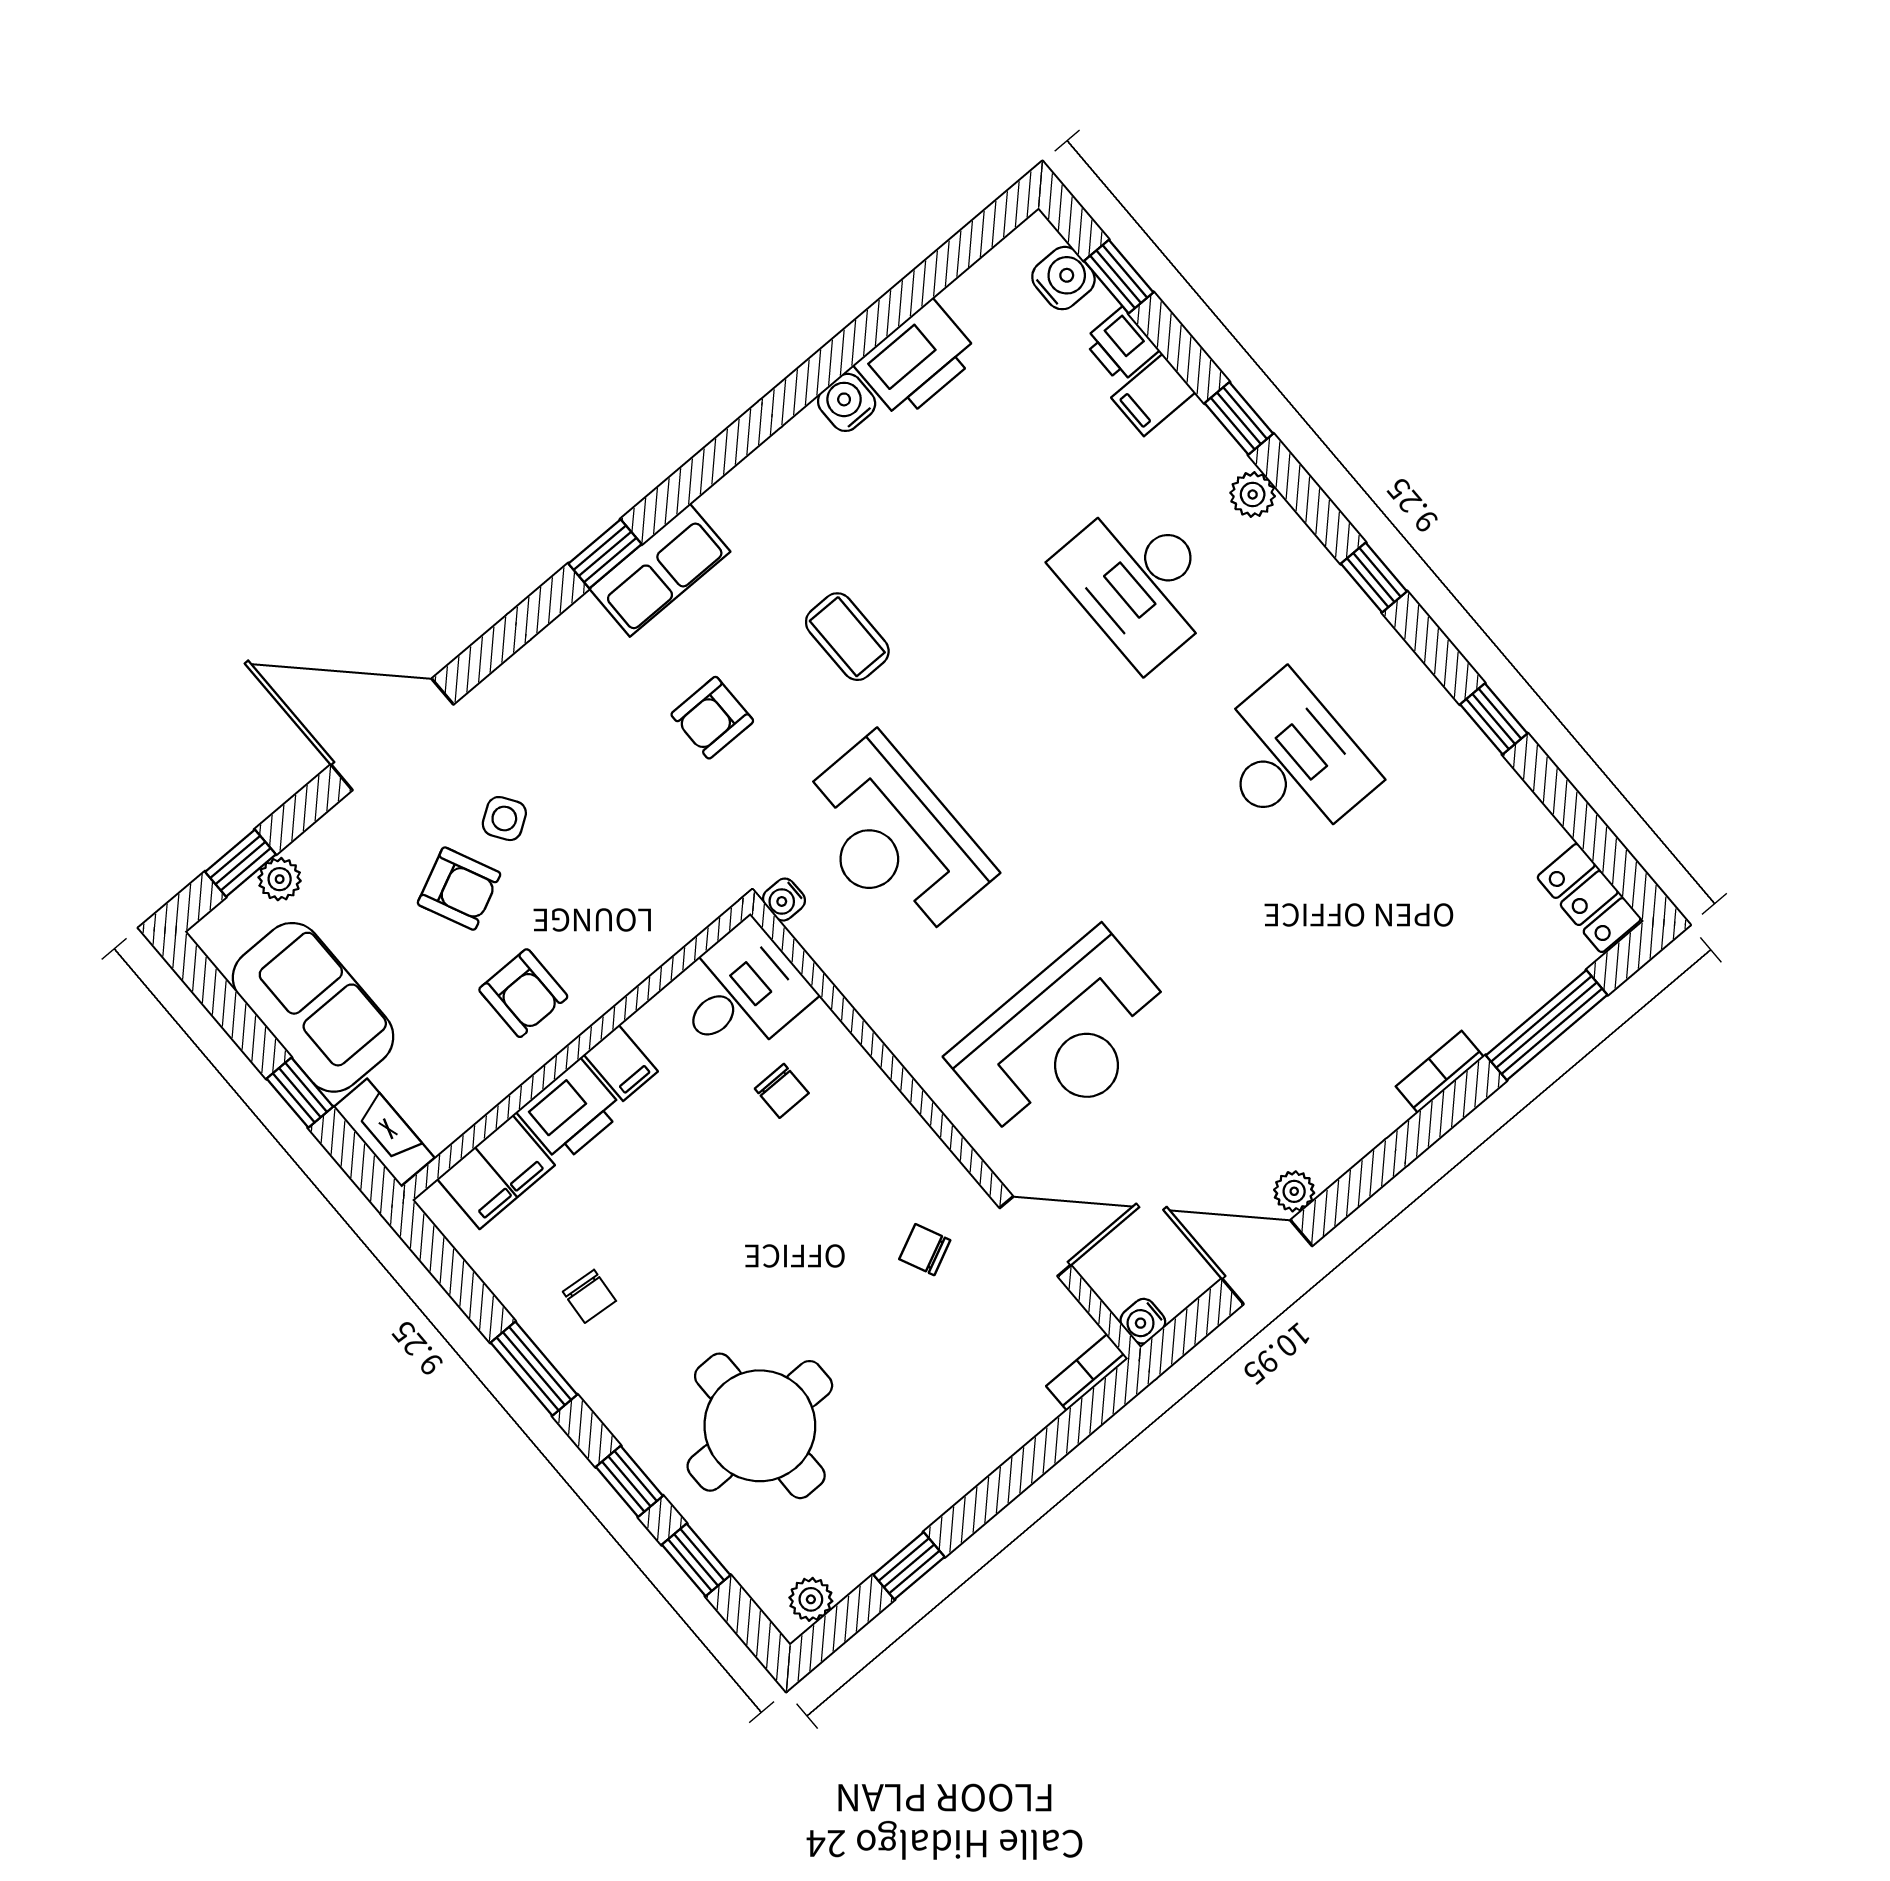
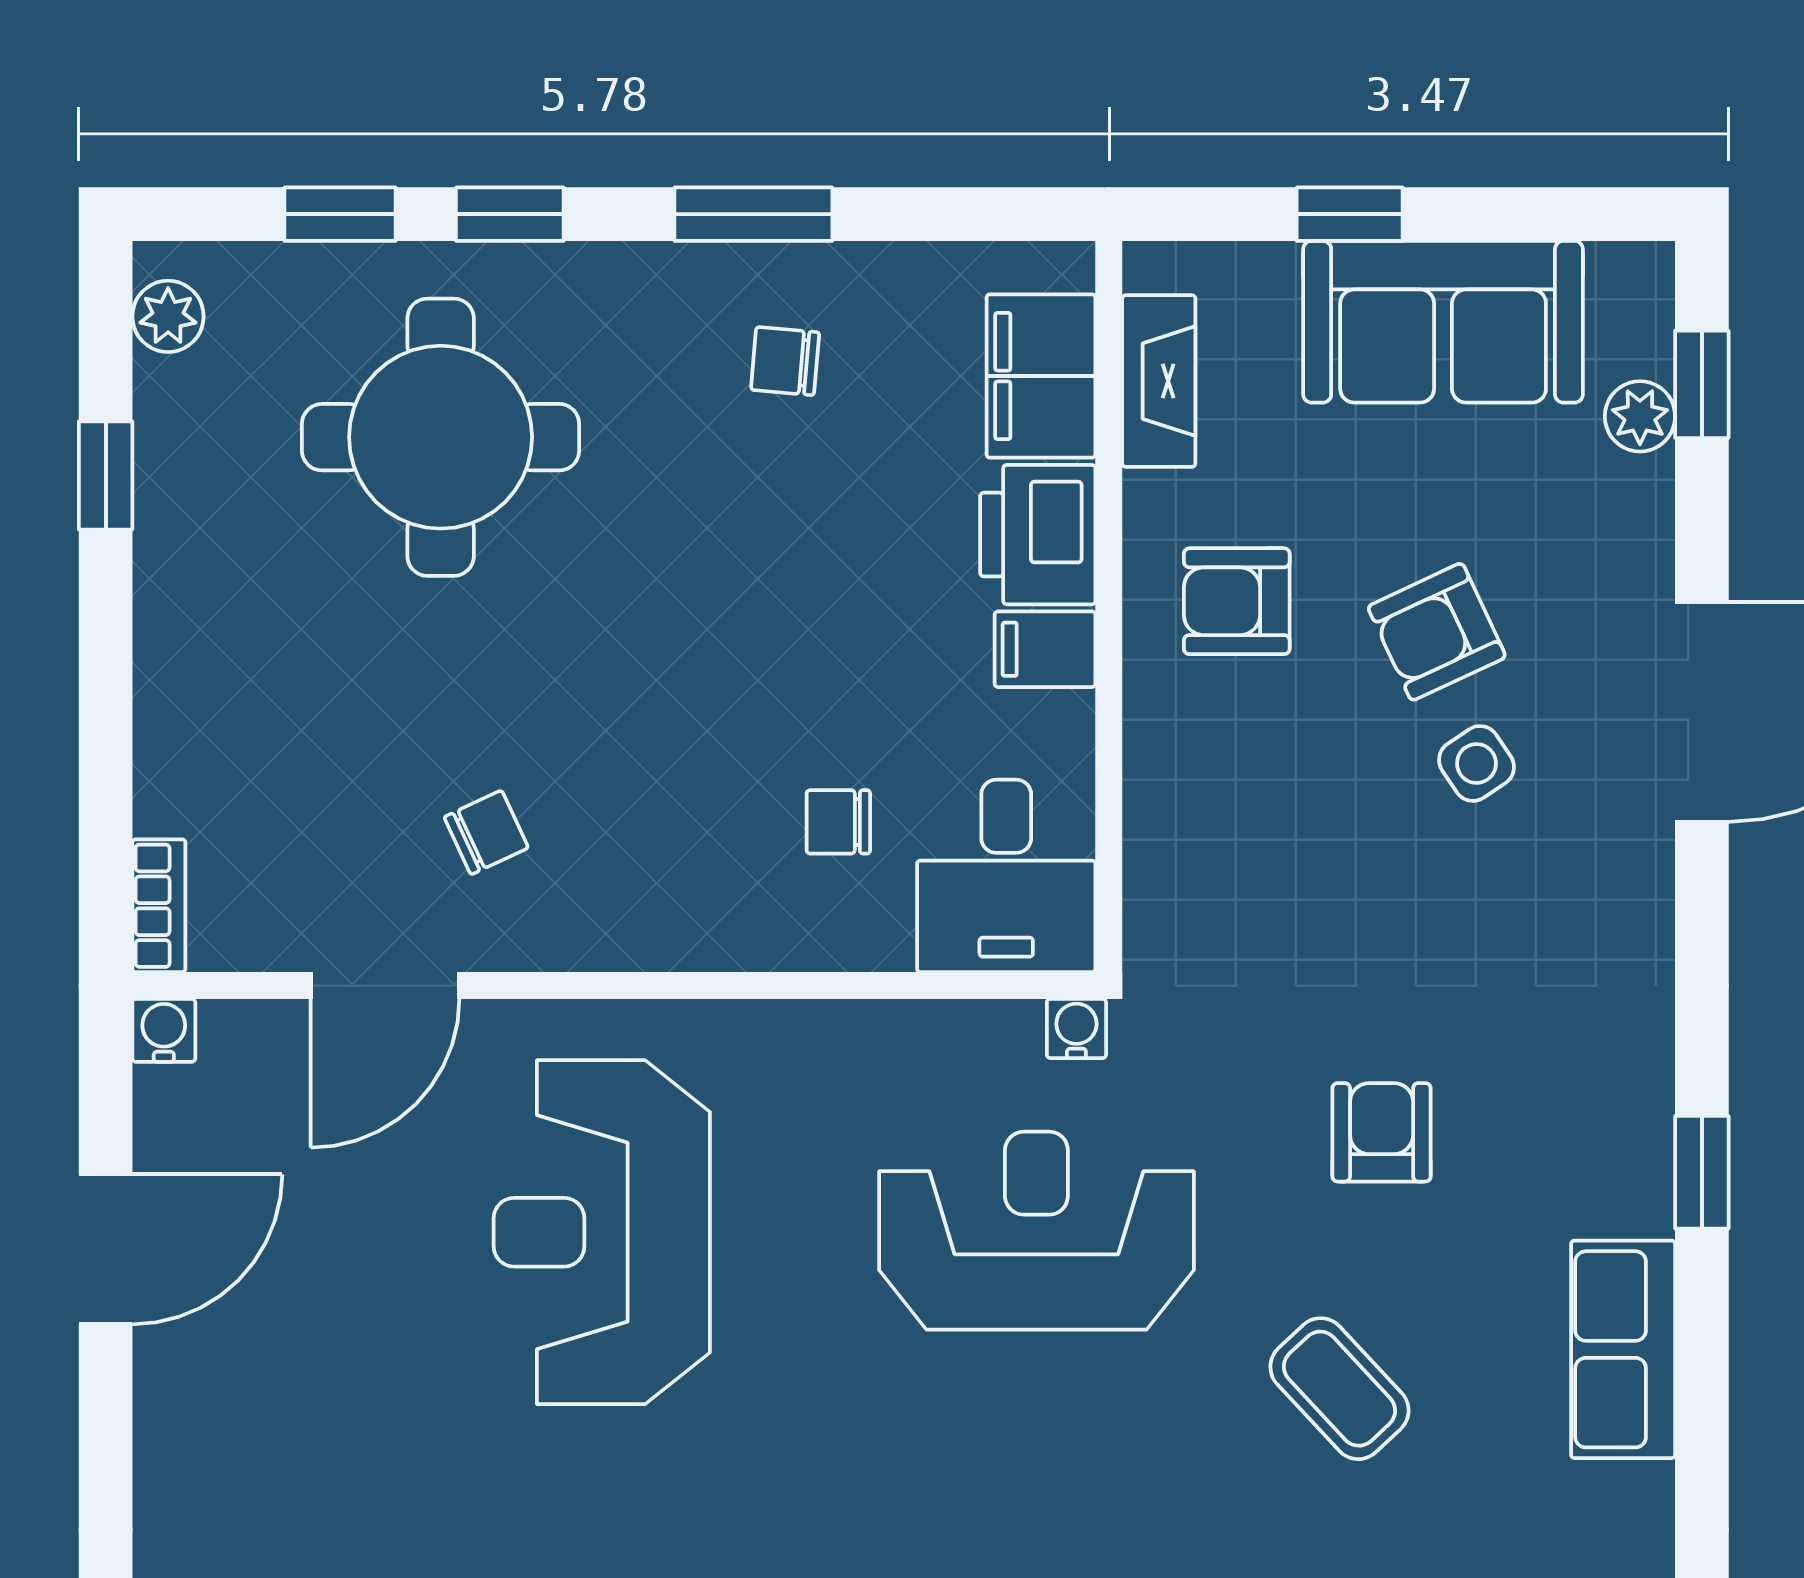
row of seats: (660, 570) -> (1623, 1349), moved
coffee table: (847, 637) -> (1339, 1389), turned 47
fireplace: (384, 1132) -> (1159, 381), moved, turned -90
plant: (1294, 1191) -> (166, 1359), removed

